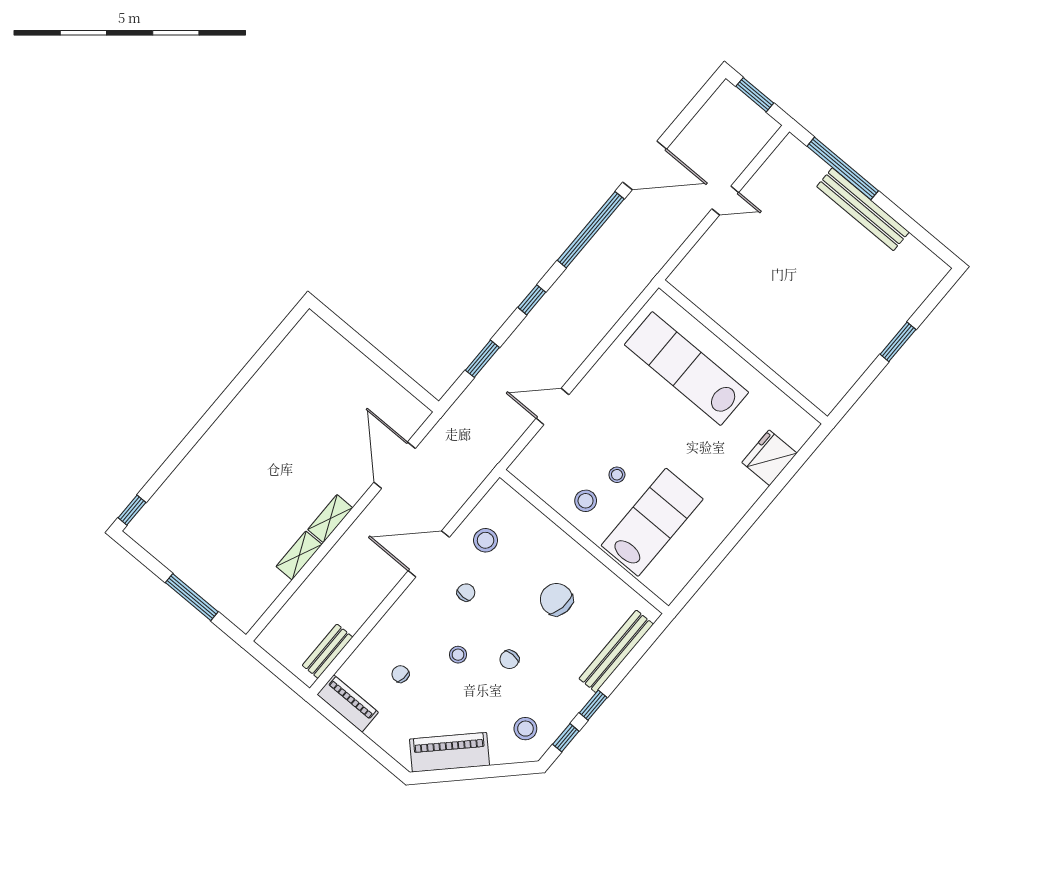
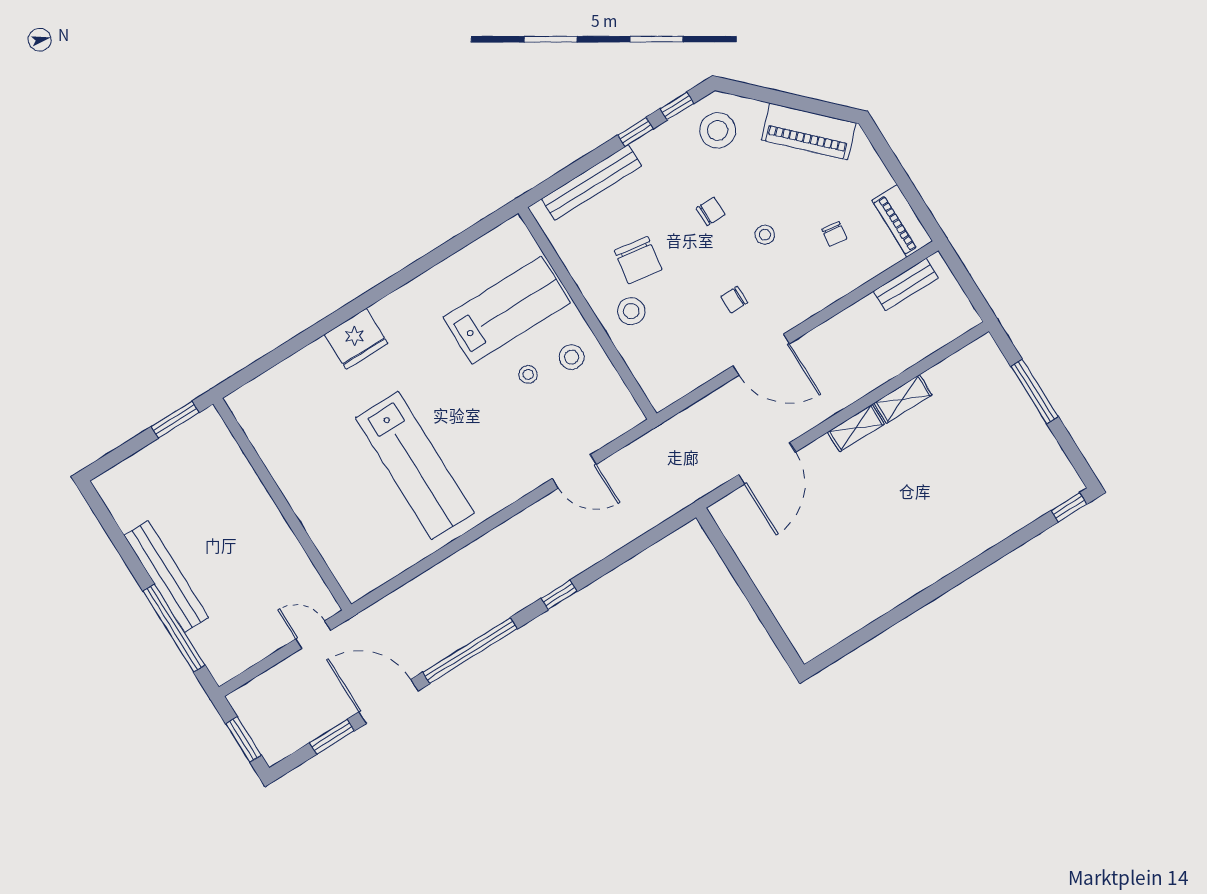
wall: (743, 352) -> (282, 504), moved
window: (482, 359) -> (332, 737), moved
lab bench: (652, 522) -> (507, 310), turned 180
stool: (486, 540) -> (631, 311), moved
stool: (525, 729) -> (718, 130), width x1.38, depth x1.38

